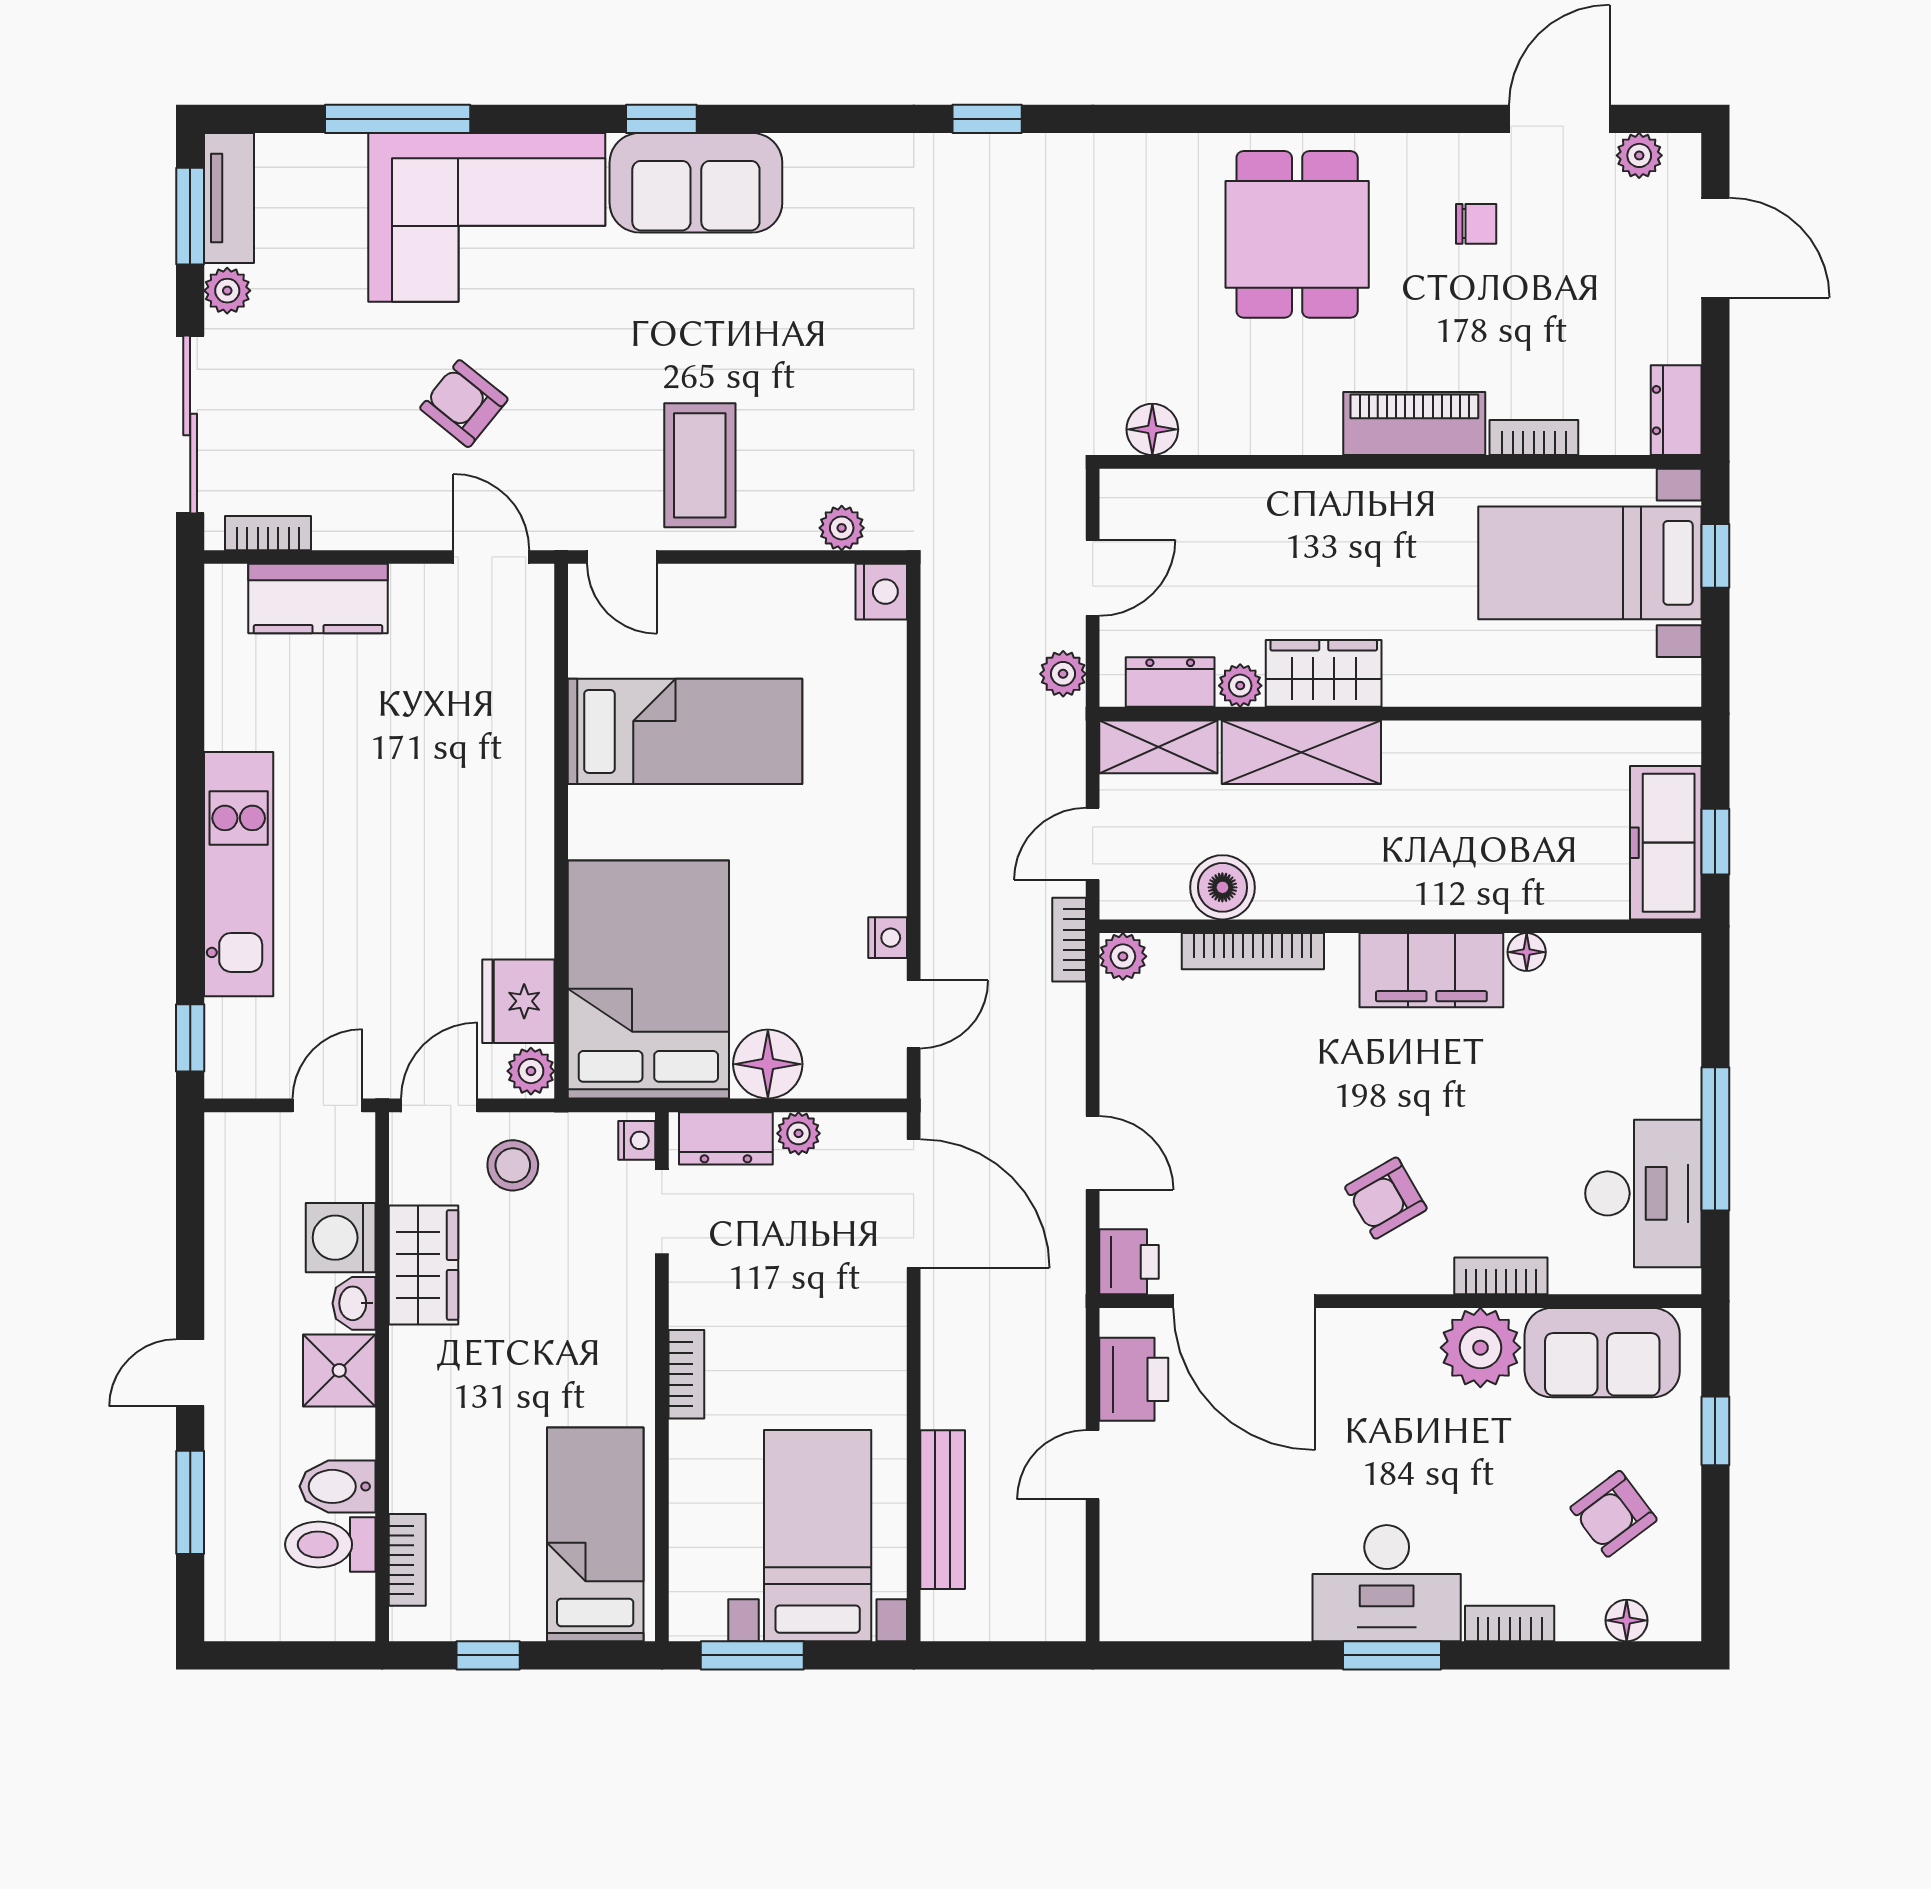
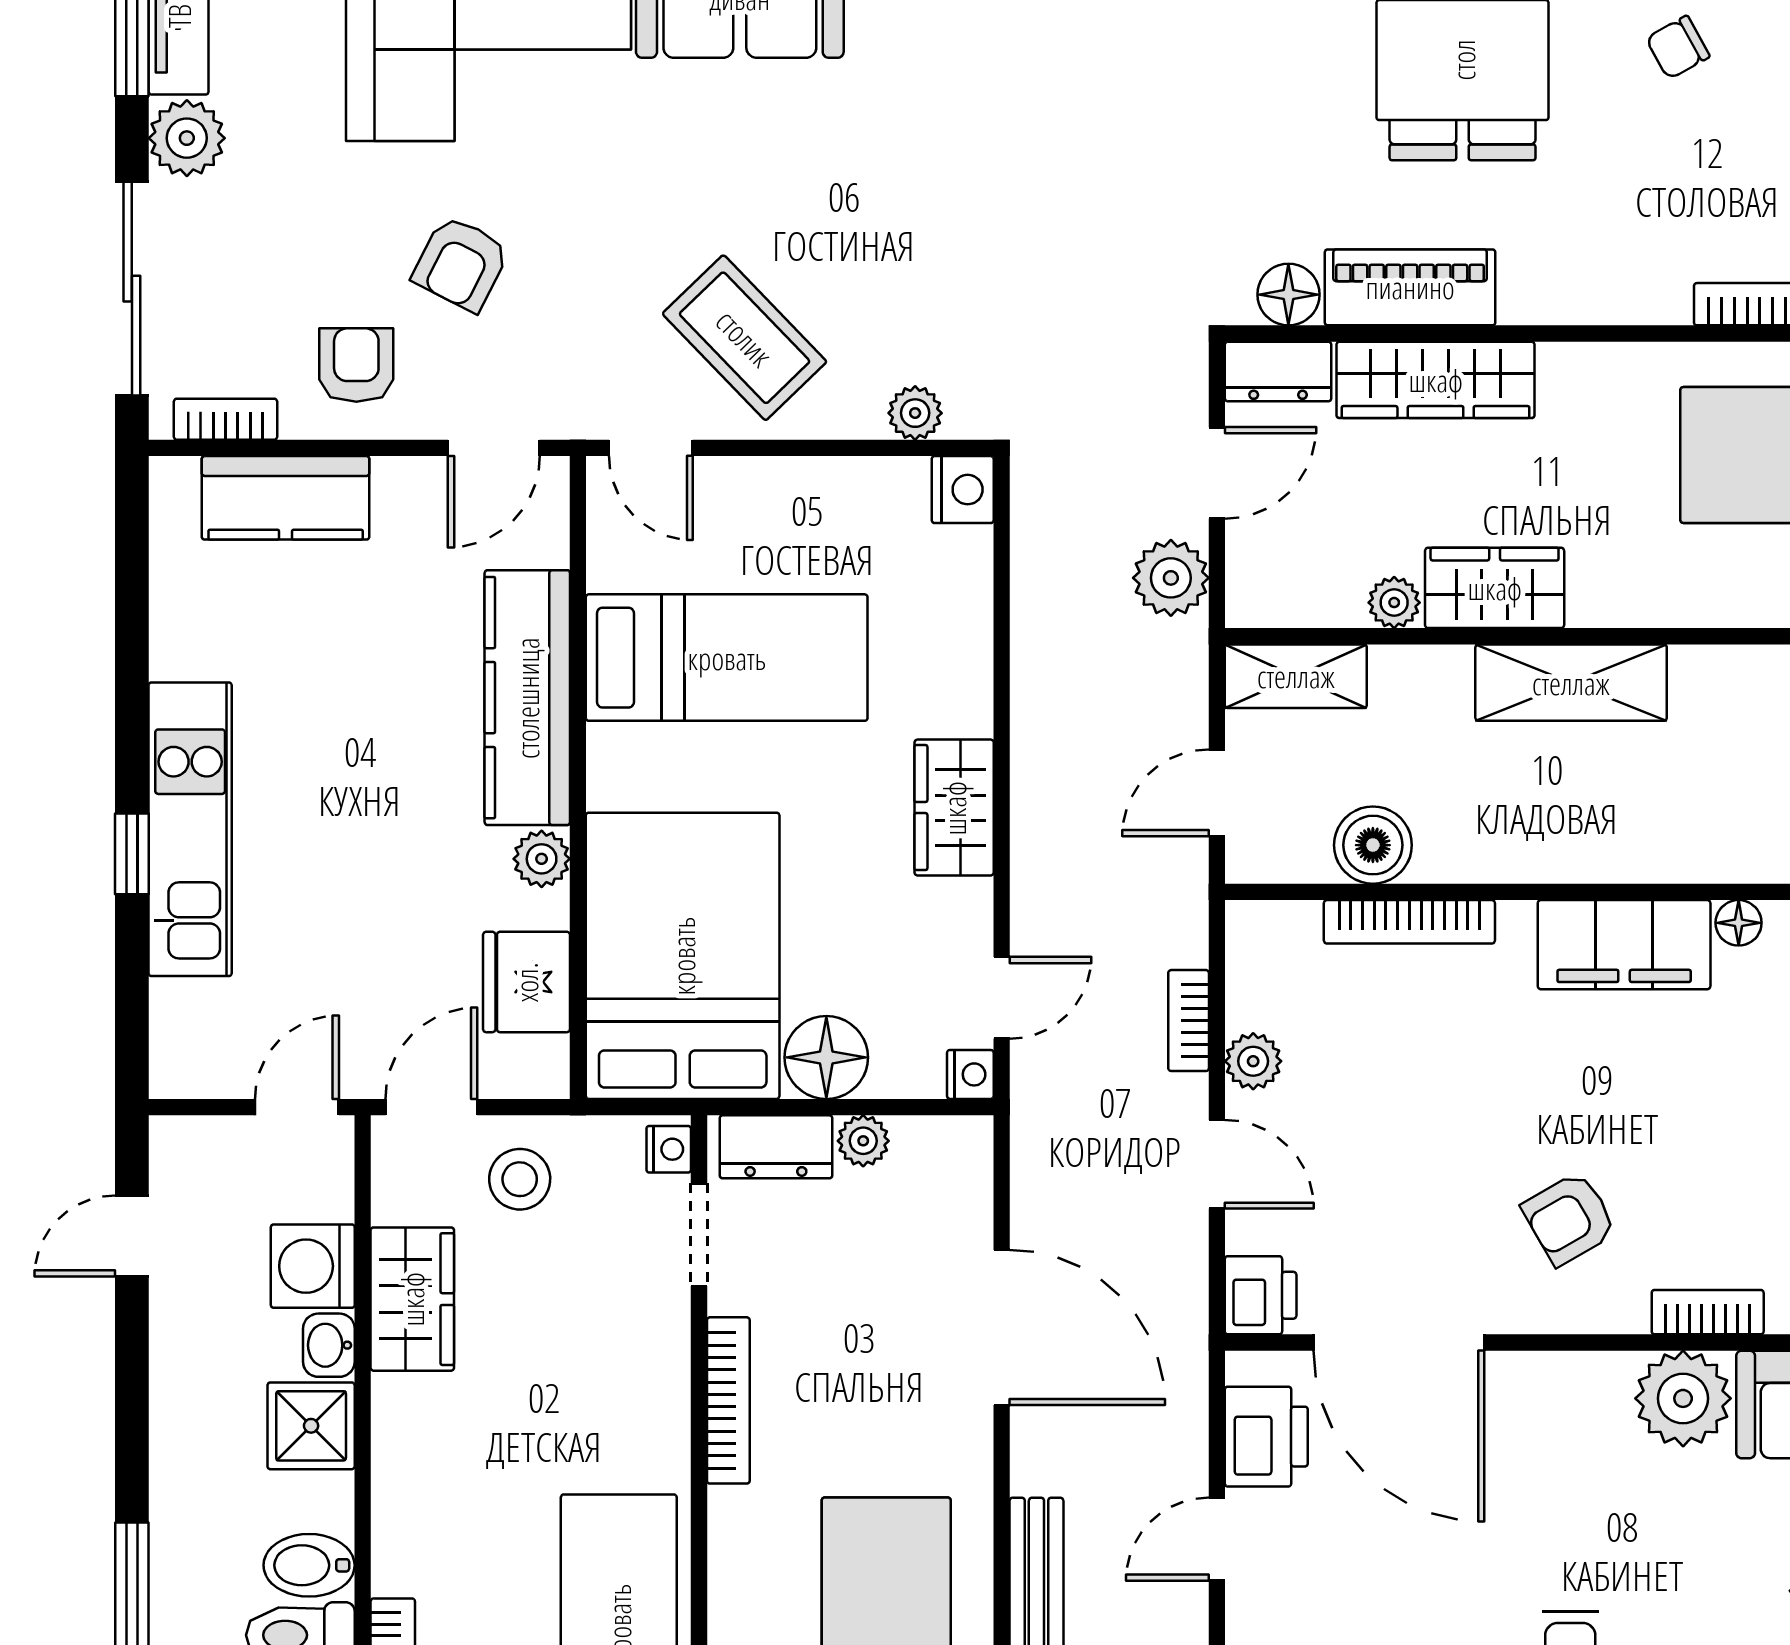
chair: (1476, 224) -> (1678, 47), turned 151
plant: (227, 291) -> (187, 138), width x1.38, depth x1.38
armchair: (464, 404) -> (461, 263), turned -102
piano: (1414, 423) -> (1410, 287), moved
coffee table: (700, 465) -> (745, 338), turned -44
armchair: (377, 488) -> (356, 365), added
wardrobe: (1275, 500) -> (1436, 380), added
door: (491, 557) -> (494, 448), swing flipped
plant: (1063, 674) -> (1171, 578), width x1.38, depth x1.38
dresser: (1170, 682) -> (1278, 372), moved, turned 180
shelving: (1301, 752) -> (1571, 683), moved
kitchen counter: (519, 765) -> (527, 698), added
wardrobe: (874, 856) -> (954, 808), added
nightstand: (888, 938) -> (970, 1074), moved
bookcase: (1069, 940) -> (1189, 1021), moved
plant: (1123, 956) -> (1253, 1061), moved
window: (190, 1038) -> (132, 854), moved
plant: (531, 1071) -> (542, 859), moved
door: (914, 1204) -> (1002, 1327), moved
door: (190, 1373) -> (132, 1236), moved
bookcase: (686, 1374) -> (728, 1400), width x1.56

